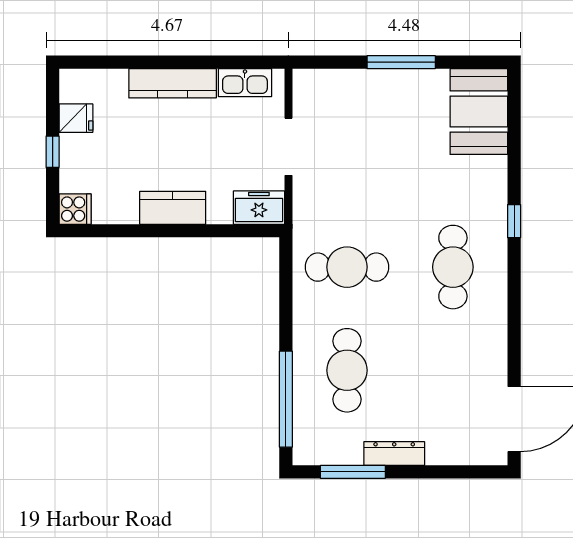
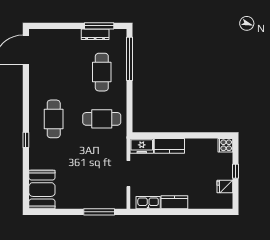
window: (401, 62) -> (99, 212), moved
kitchen counter: (173, 83) -> (174, 202), width x0.67
kitchen counter: (173, 208) -> (169, 146), moved
dresser: (394, 454) -> (95, 34), moved

